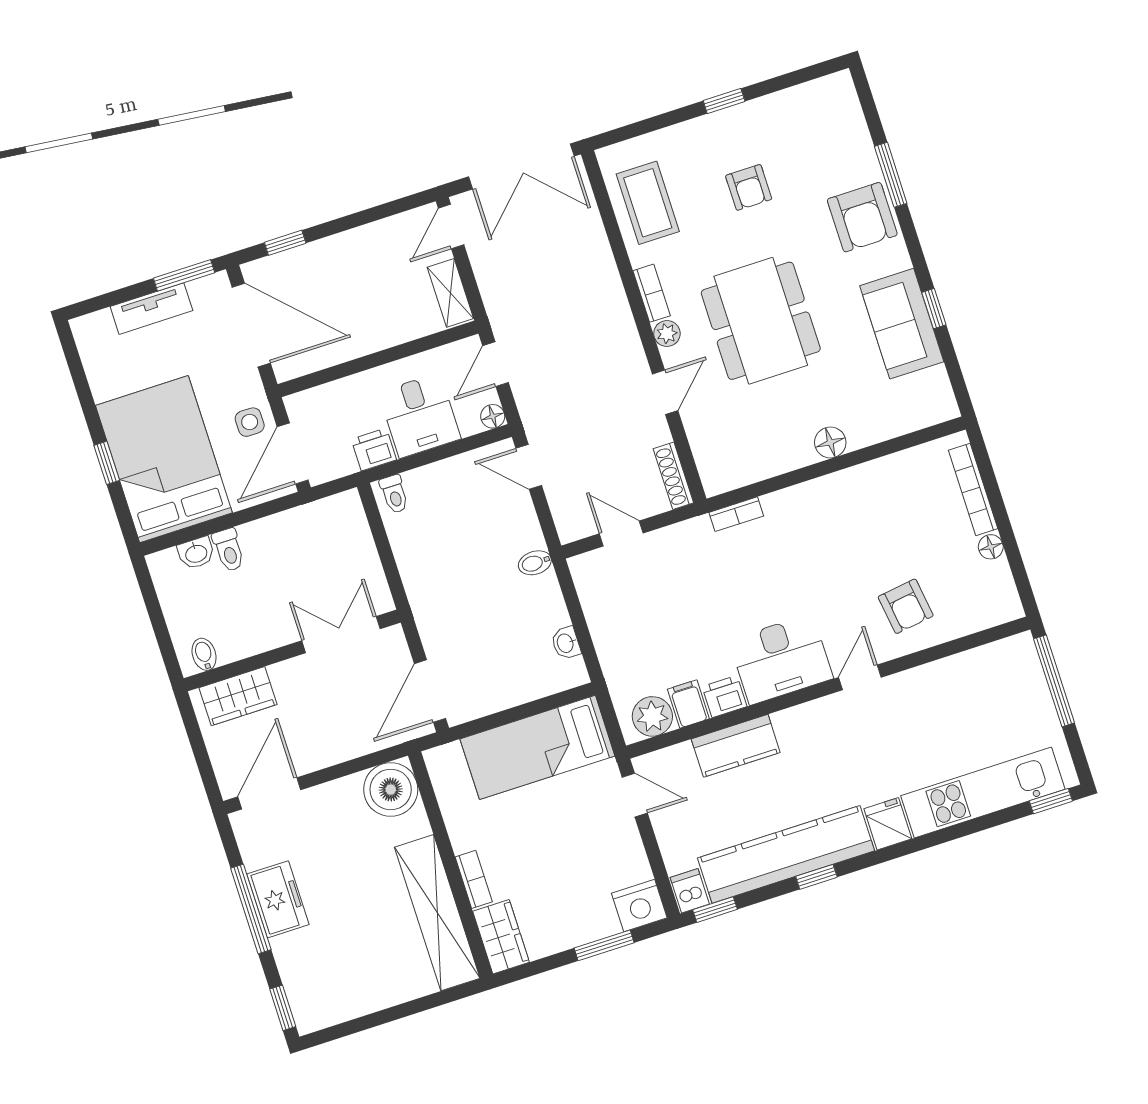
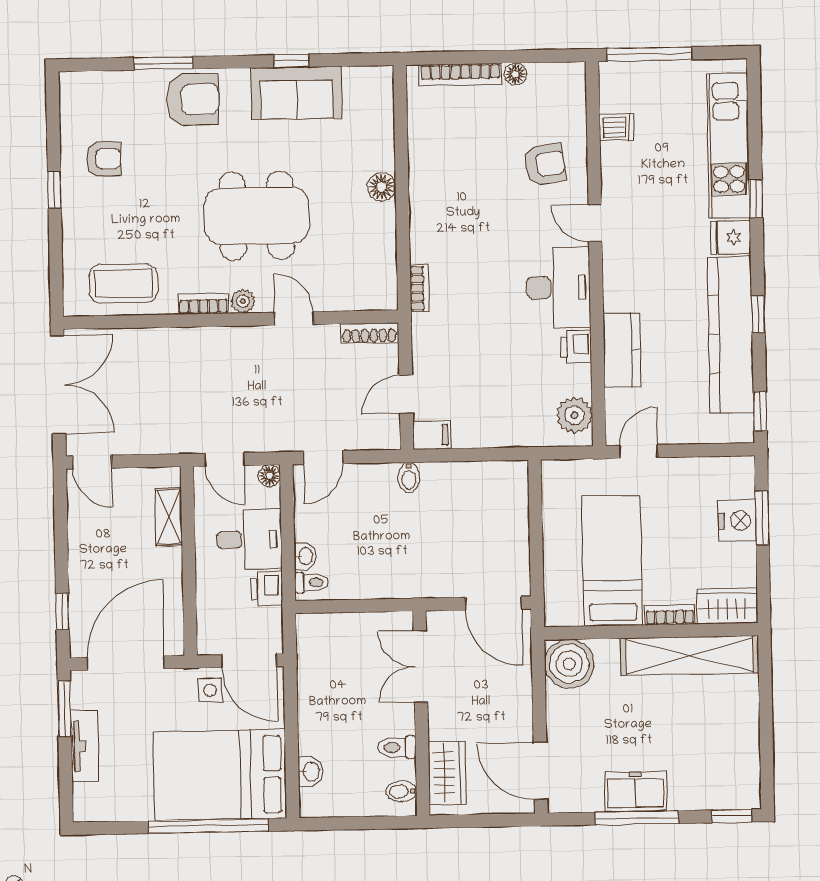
armchair: (749, 187) -> (104, 159), moved
shelving: (450, 293) -> (169, 517), moved, turned 90
window: (107, 463) -> (208, 826), width x3.17
toilet: (229, 550) -> (397, 747), moved, turned 180
washbasin: (566, 643) -> (305, 556), moved, turned -90
filing cabinet: (688, 704) -> (432, 435), moved, turned 180
bed: (537, 747) -> (612, 561), moved, turned 180
window: (1051, 801) -> (756, 199), moved
dishwasher: (690, 891) -> (617, 127), moved, turned 180
nightstand: (639, 905) -> (737, 521), moved

